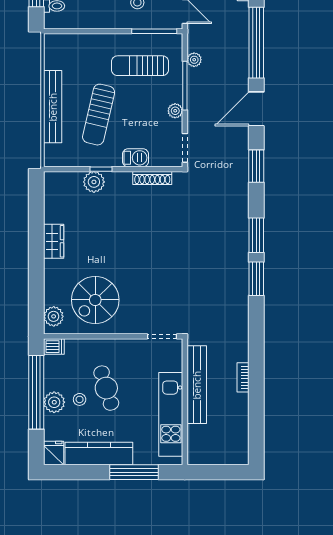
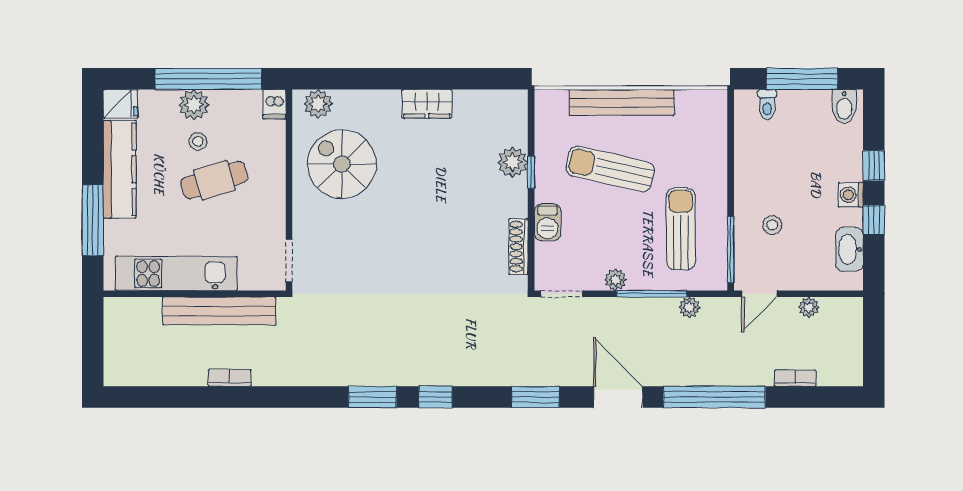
window: (256, 235) -> (436, 397), width x0.67

